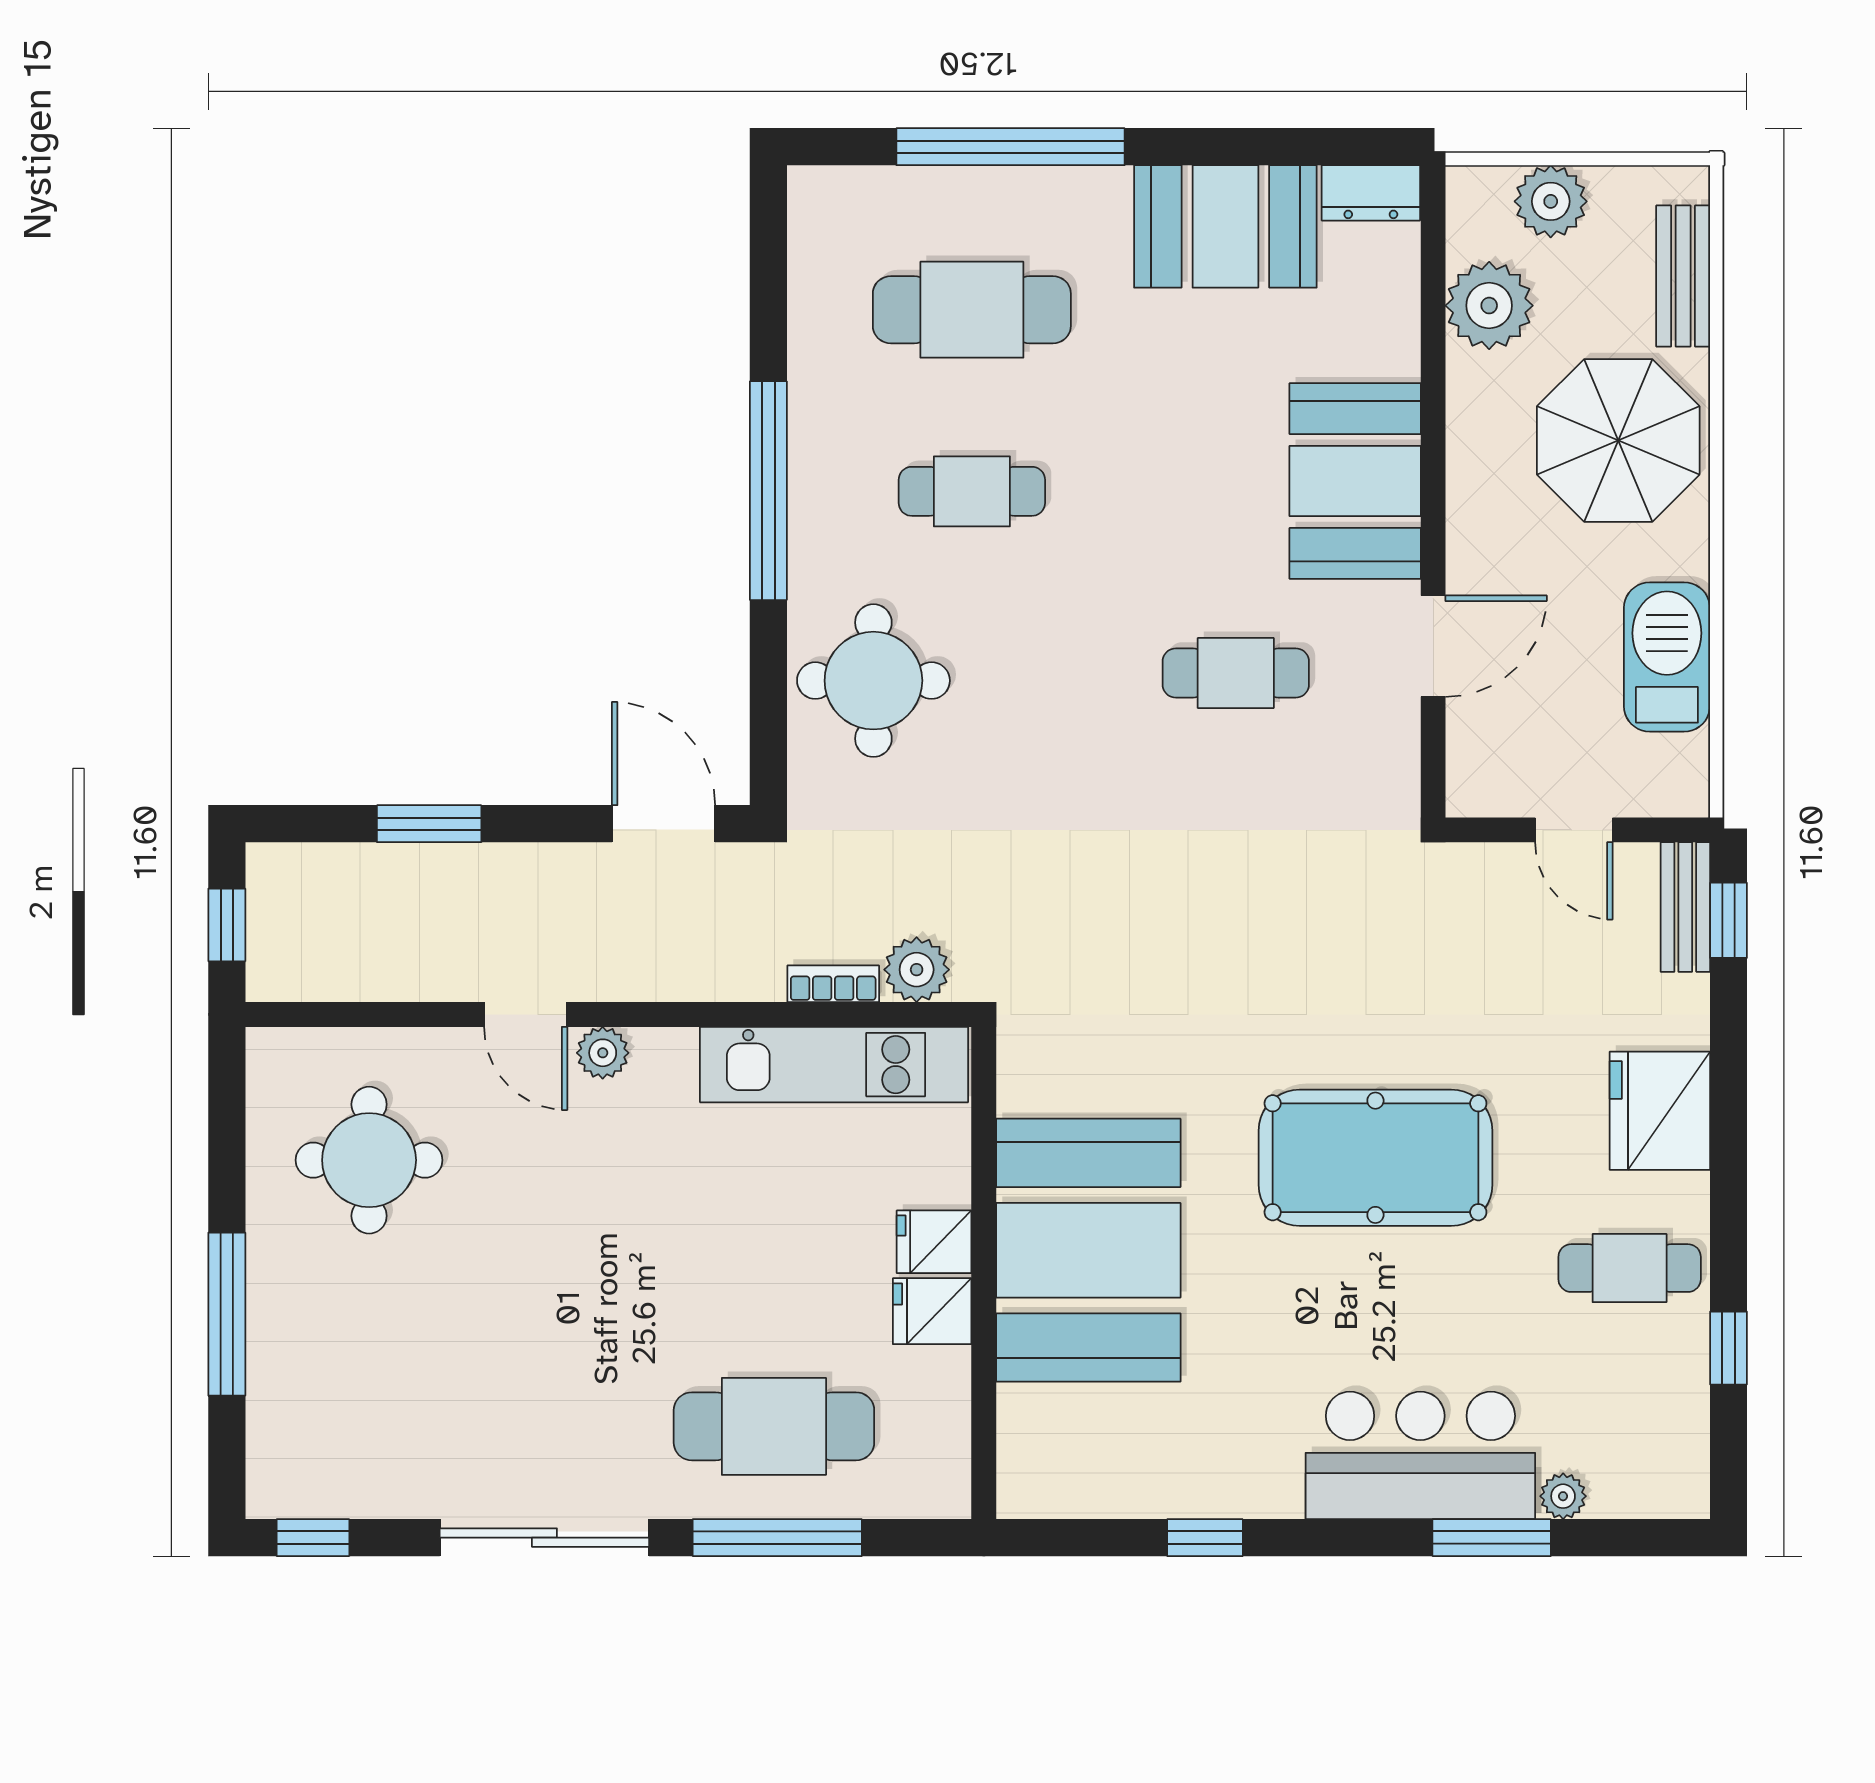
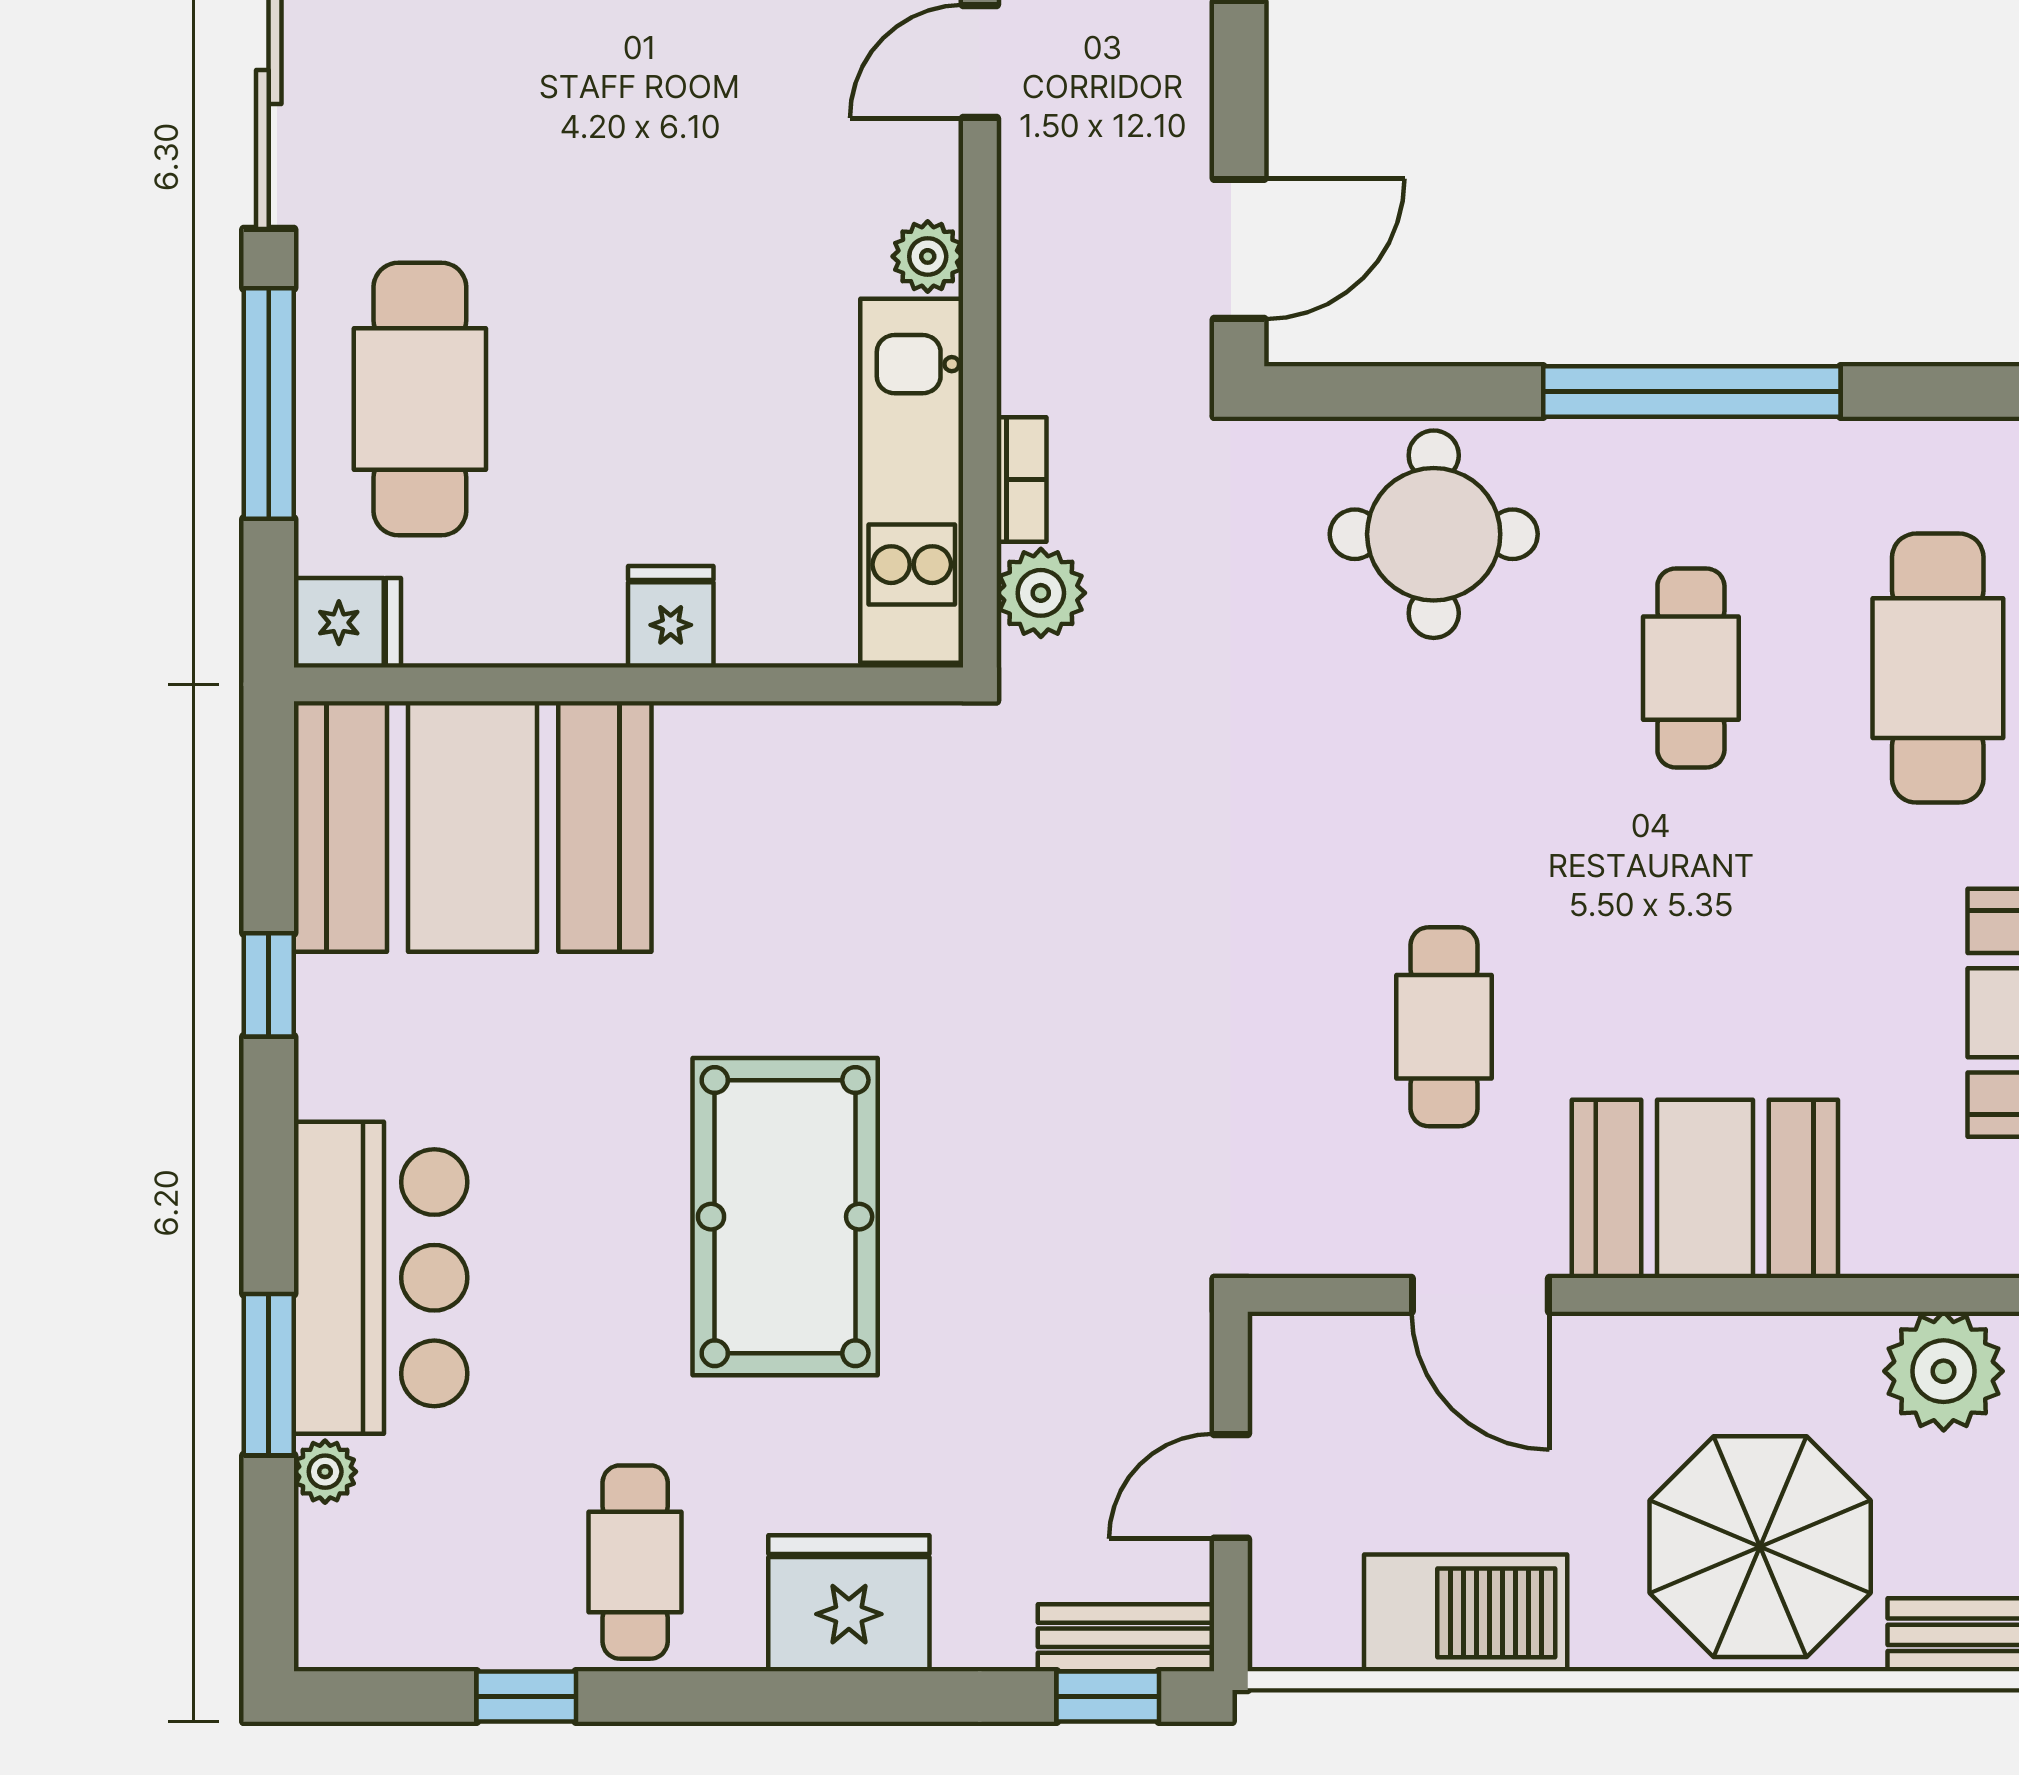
plant: (603, 1053) -> (928, 256), moved
booth: (1088, 1250) -> (473, 826), moved
fridge: (932, 1311) -> (347, 623), moved, turned 90

